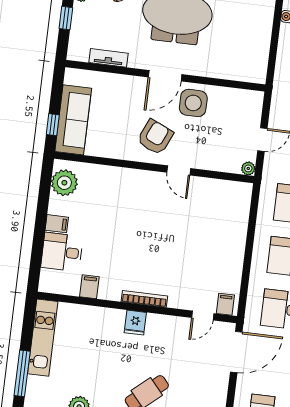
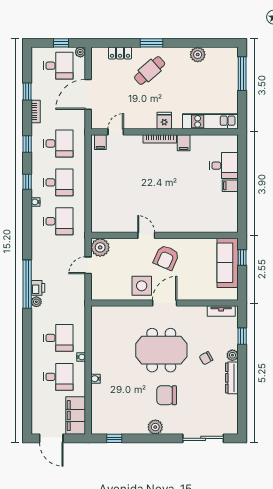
tv unit: (109, 58) -> (221, 311), moved
plant: (248, 168) -> (100, 247), width x1.88, depth x1.88
plant: (64, 183) -> (228, 216), removed
filing cabinet: (89, 287) -> (184, 143), moved
kitchen unit: (43, 338) -> (210, 121), moved, turned 90
door: (236, 352) -> (88, 94), moved

